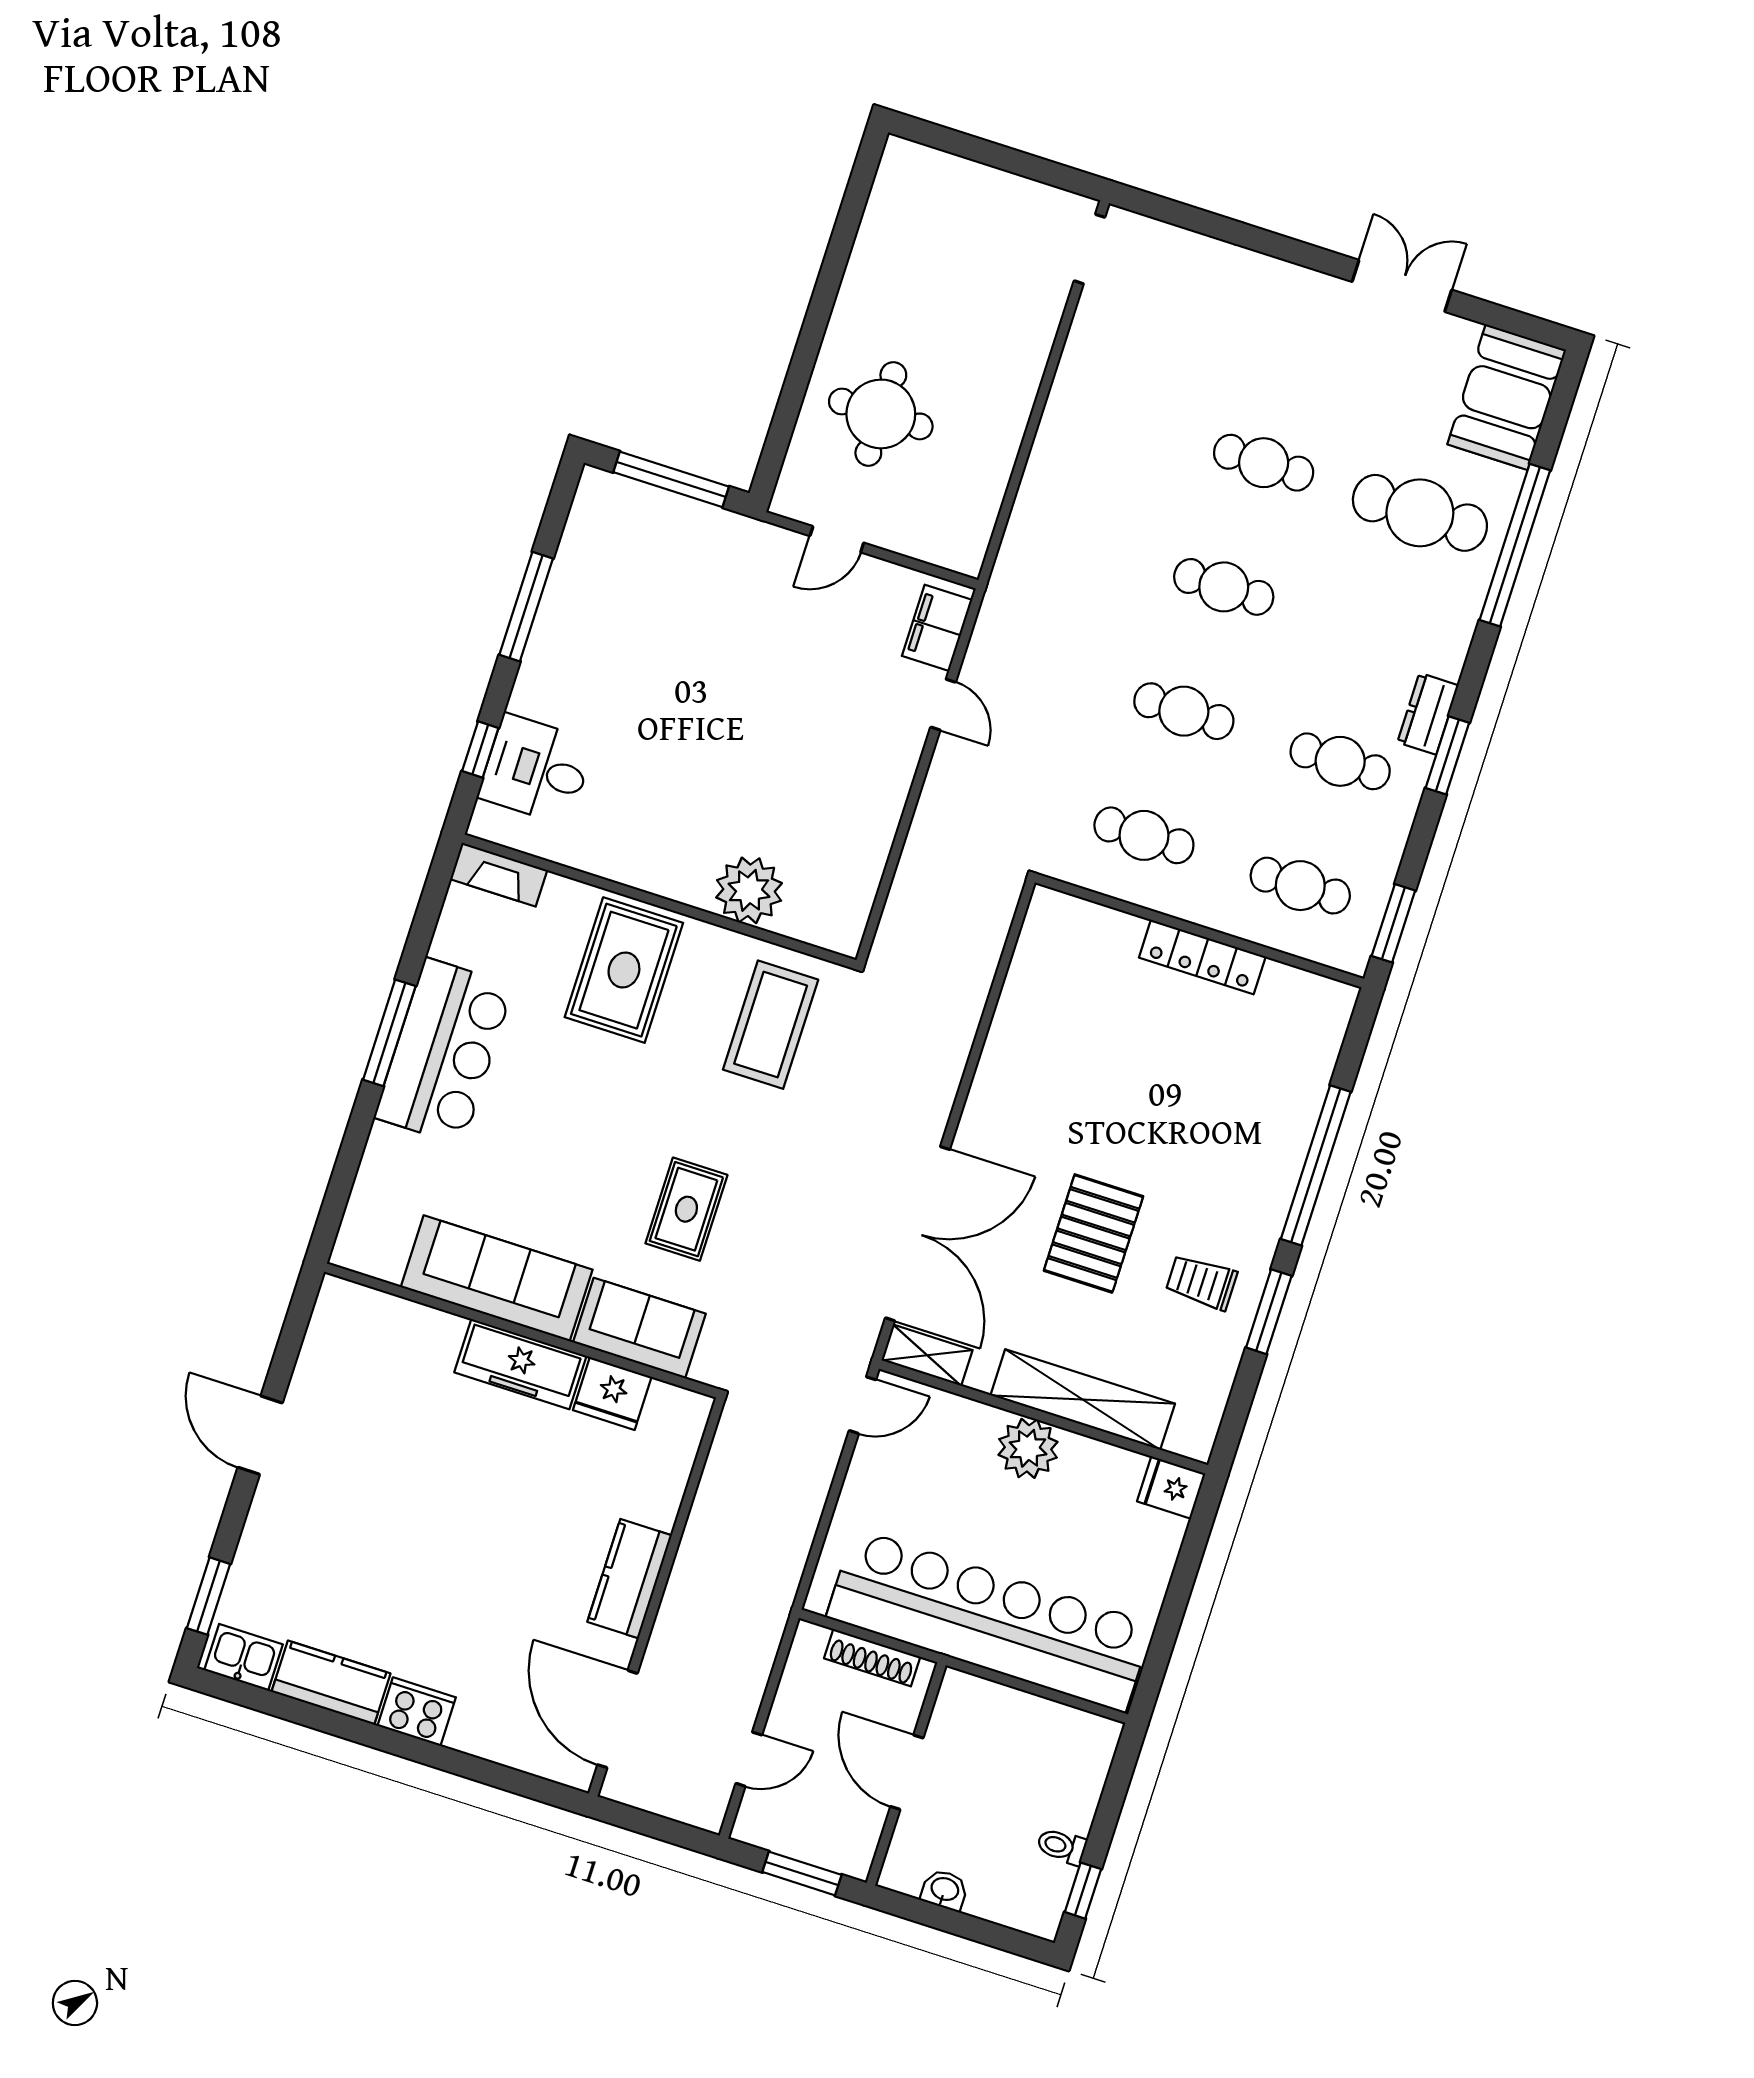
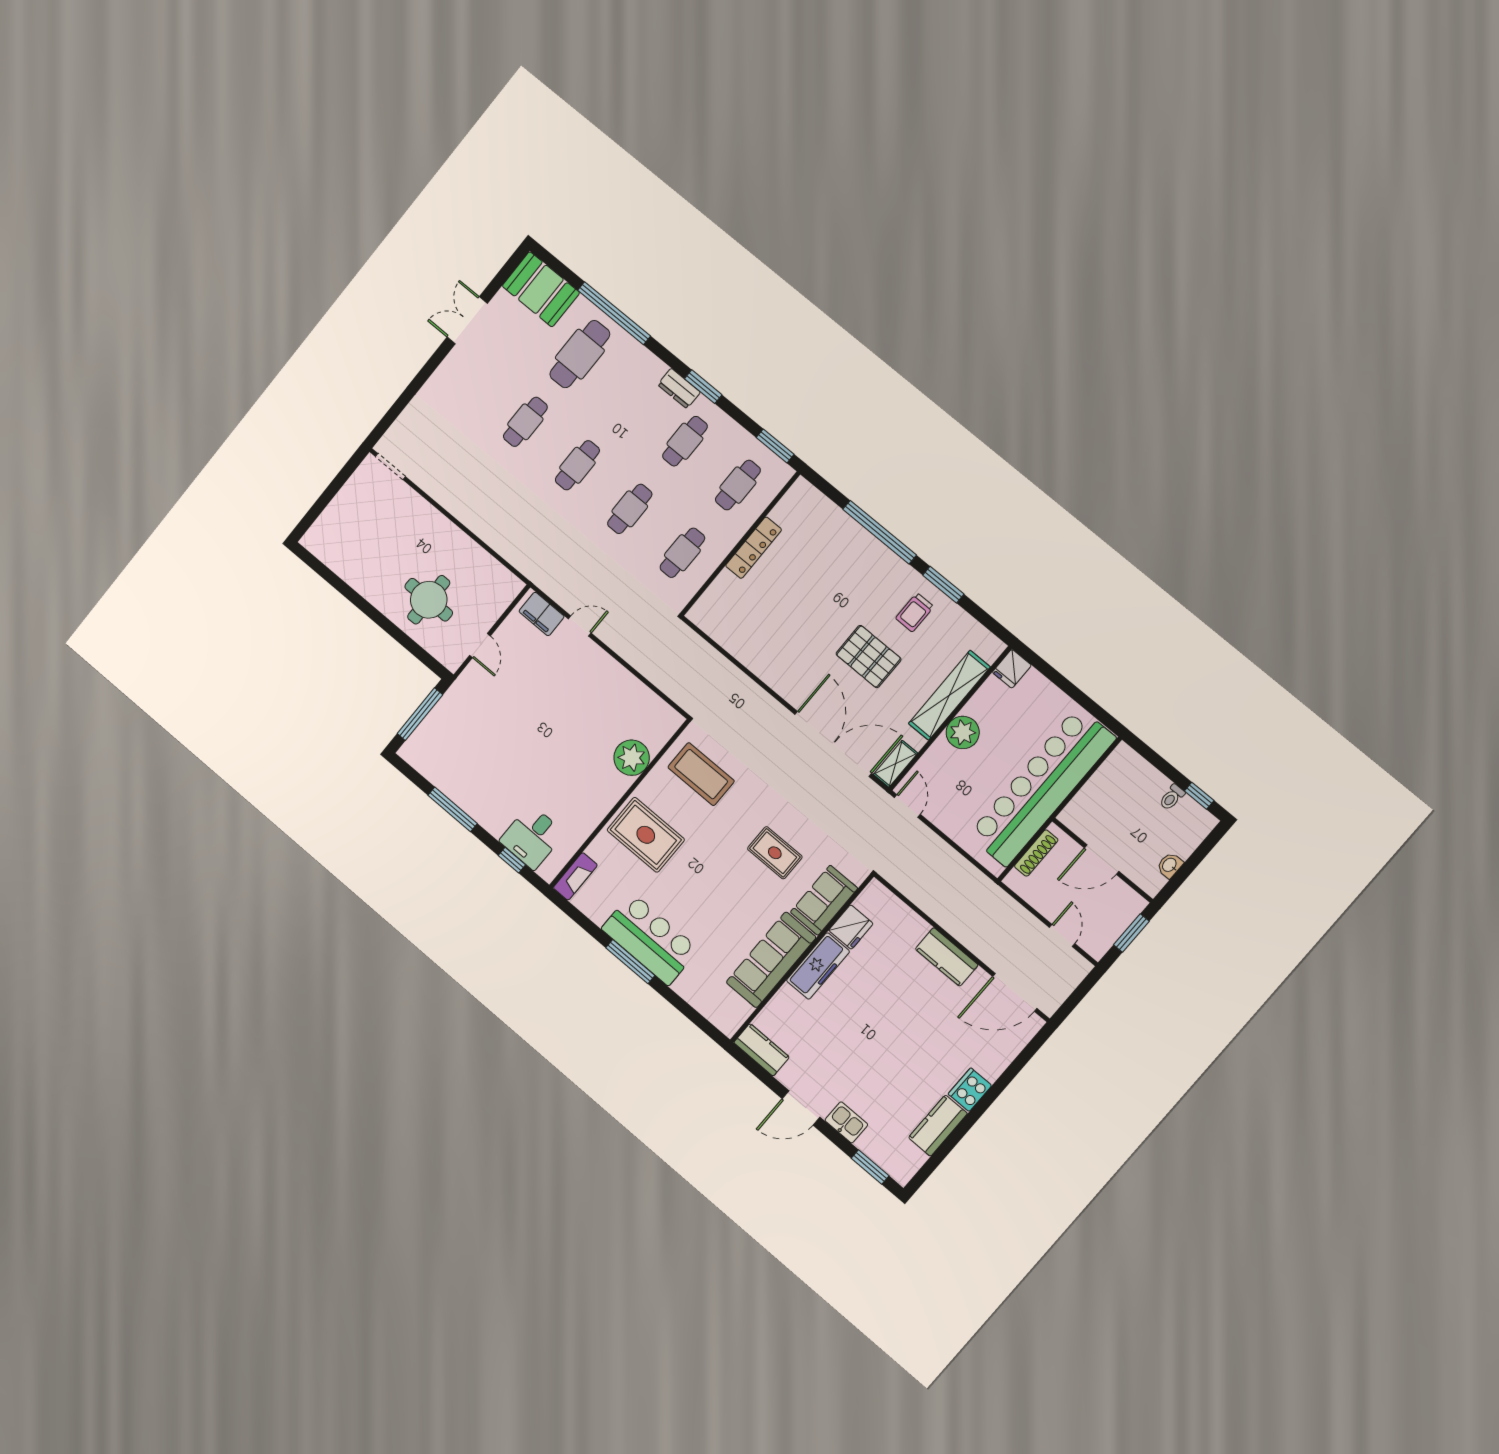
kitchen counter: (332, 1325) -> (762, 1050), added
kitchen sink: (244, 1657) -> (846, 1122), moved, turned 90

